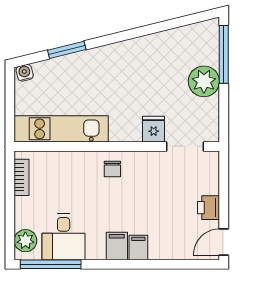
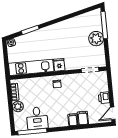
fridge: (154, 129) -> (59, 65), moved
plant: (25, 241) -> (18, 106), moved
filing cabinet: (117, 246) -> (83, 118), moved

